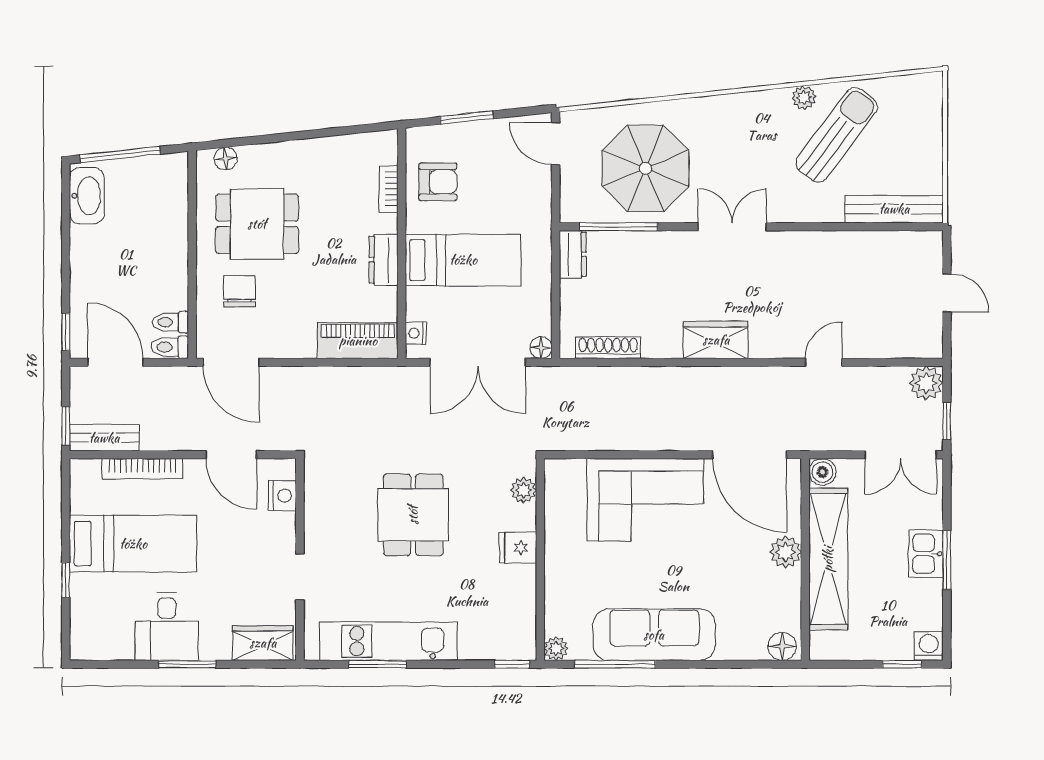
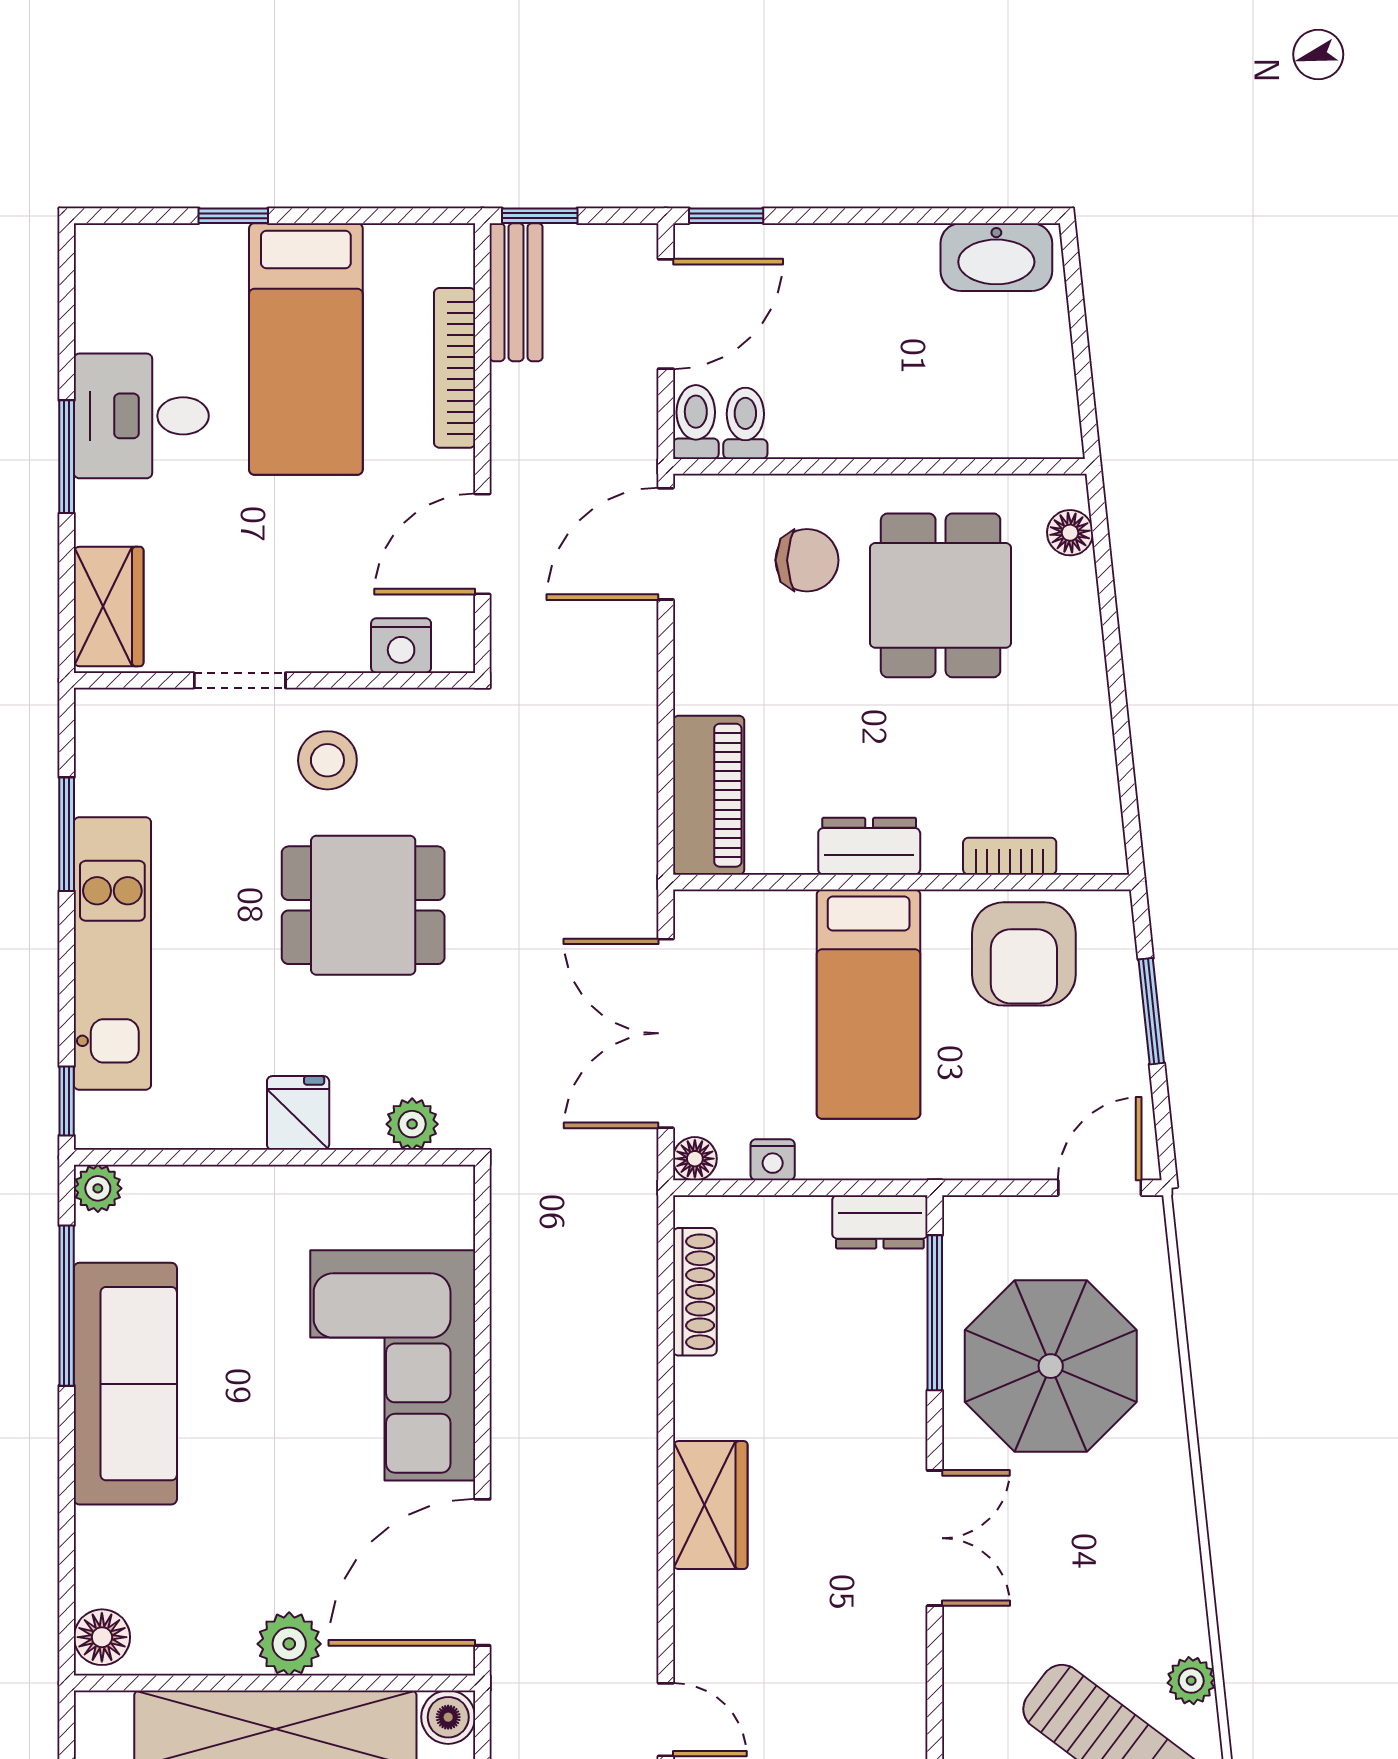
window: (120, 155) -> (1078, 323), removed
armchair: (438, 182) -> (1024, 954), width x1.38, depth x1.38
nightstand: (416, 333) -> (773, 1160), moved, turned 180
stool: (340, 533) -> (327, 760), added
kitchen unit: (389, 641) -> (112, 954), moved

